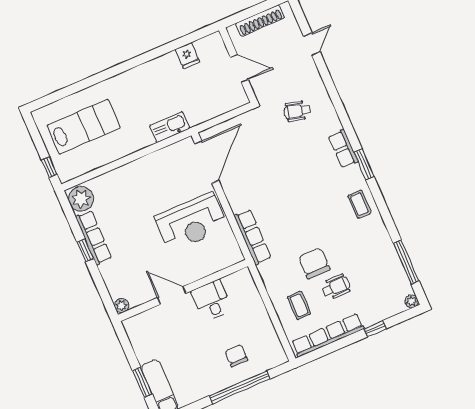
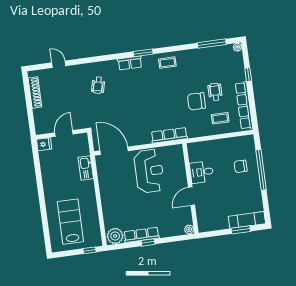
wall: (238, 65) -> (62, 134), moved
door: (239, 68) -> (64, 133), moved

